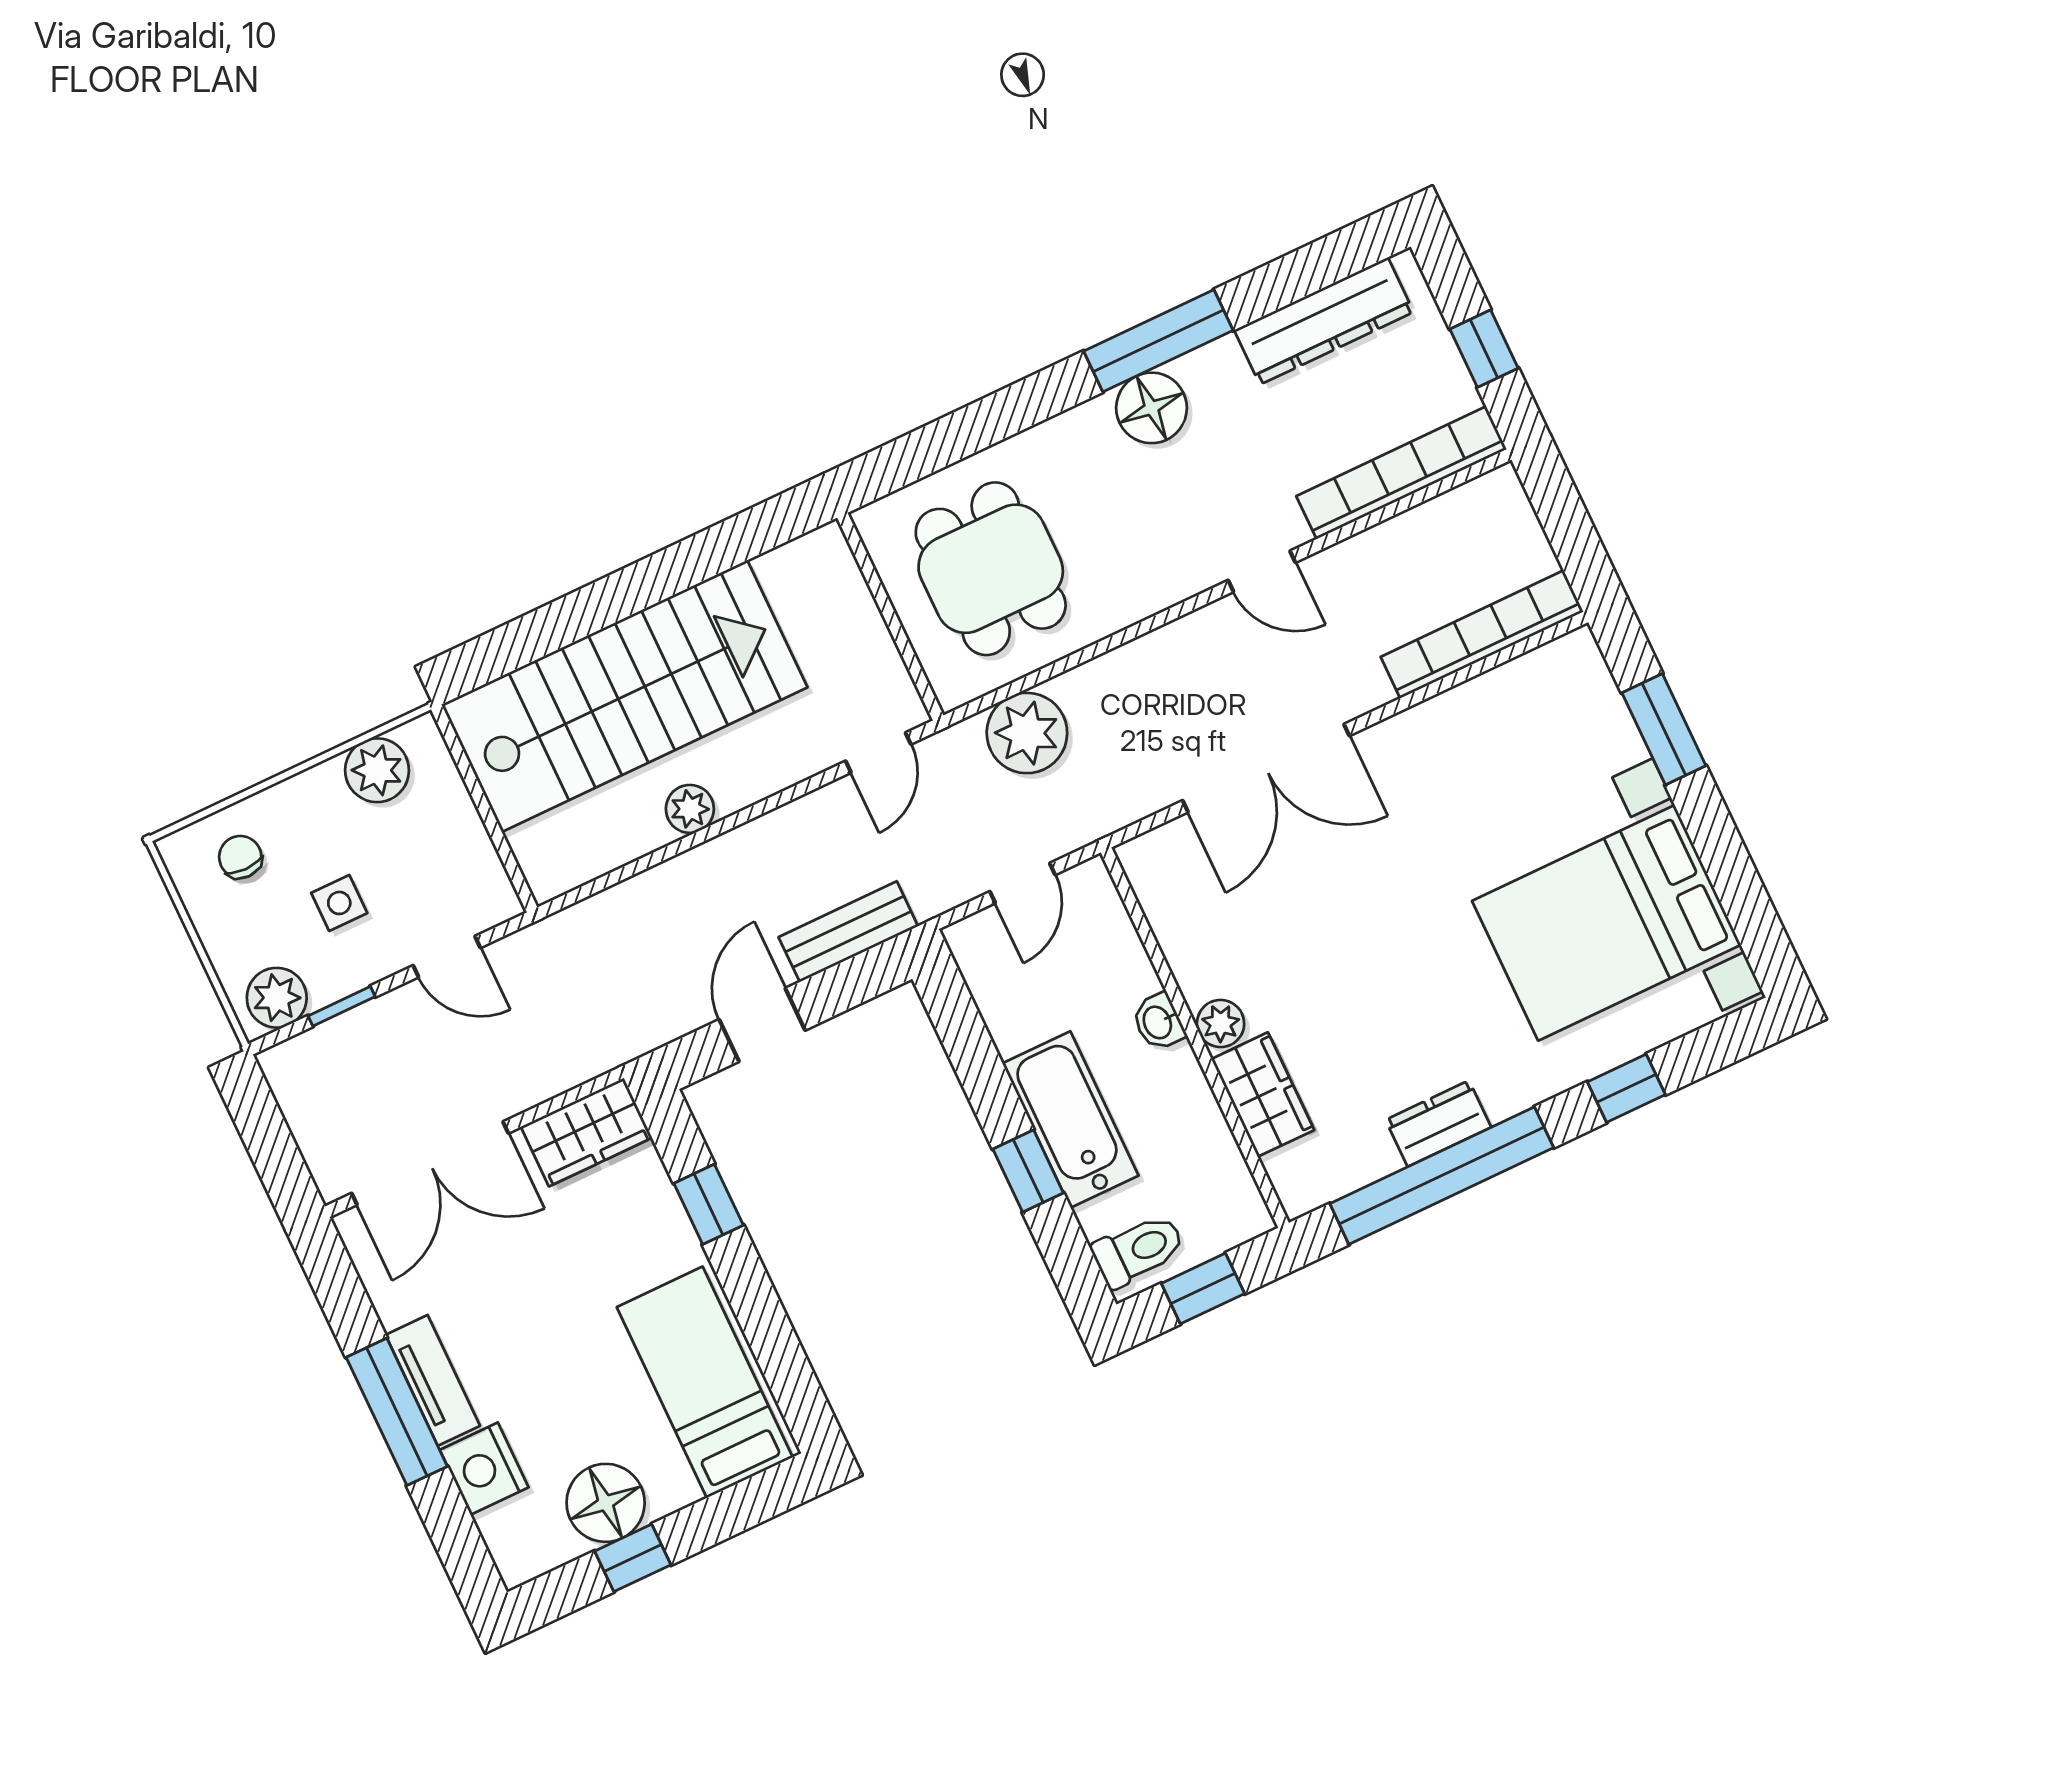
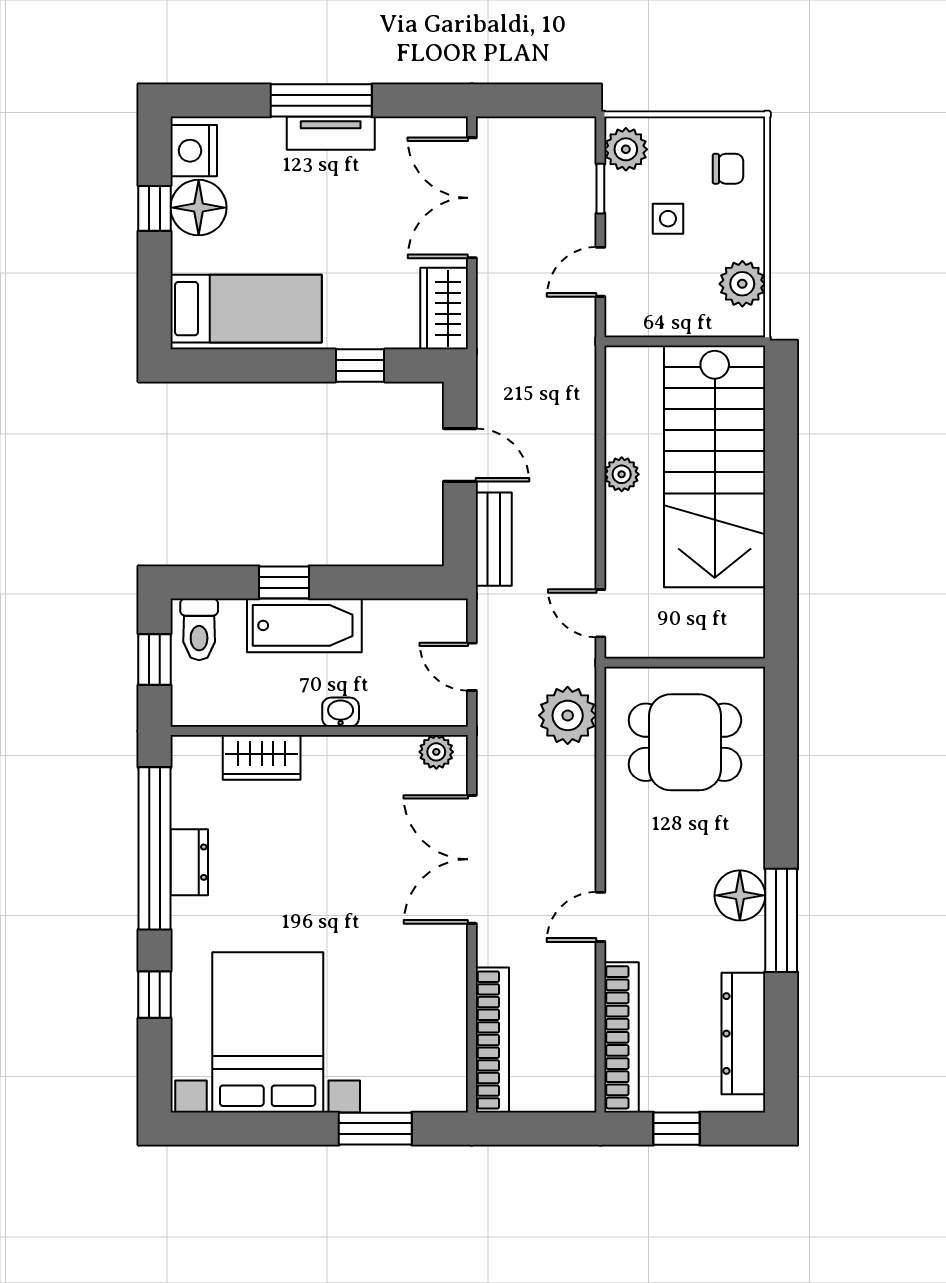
plant: (1221, 1024) -> (436, 752), moved
nightstand: (484, 1469) -> (194, 151), moved, turned -90

